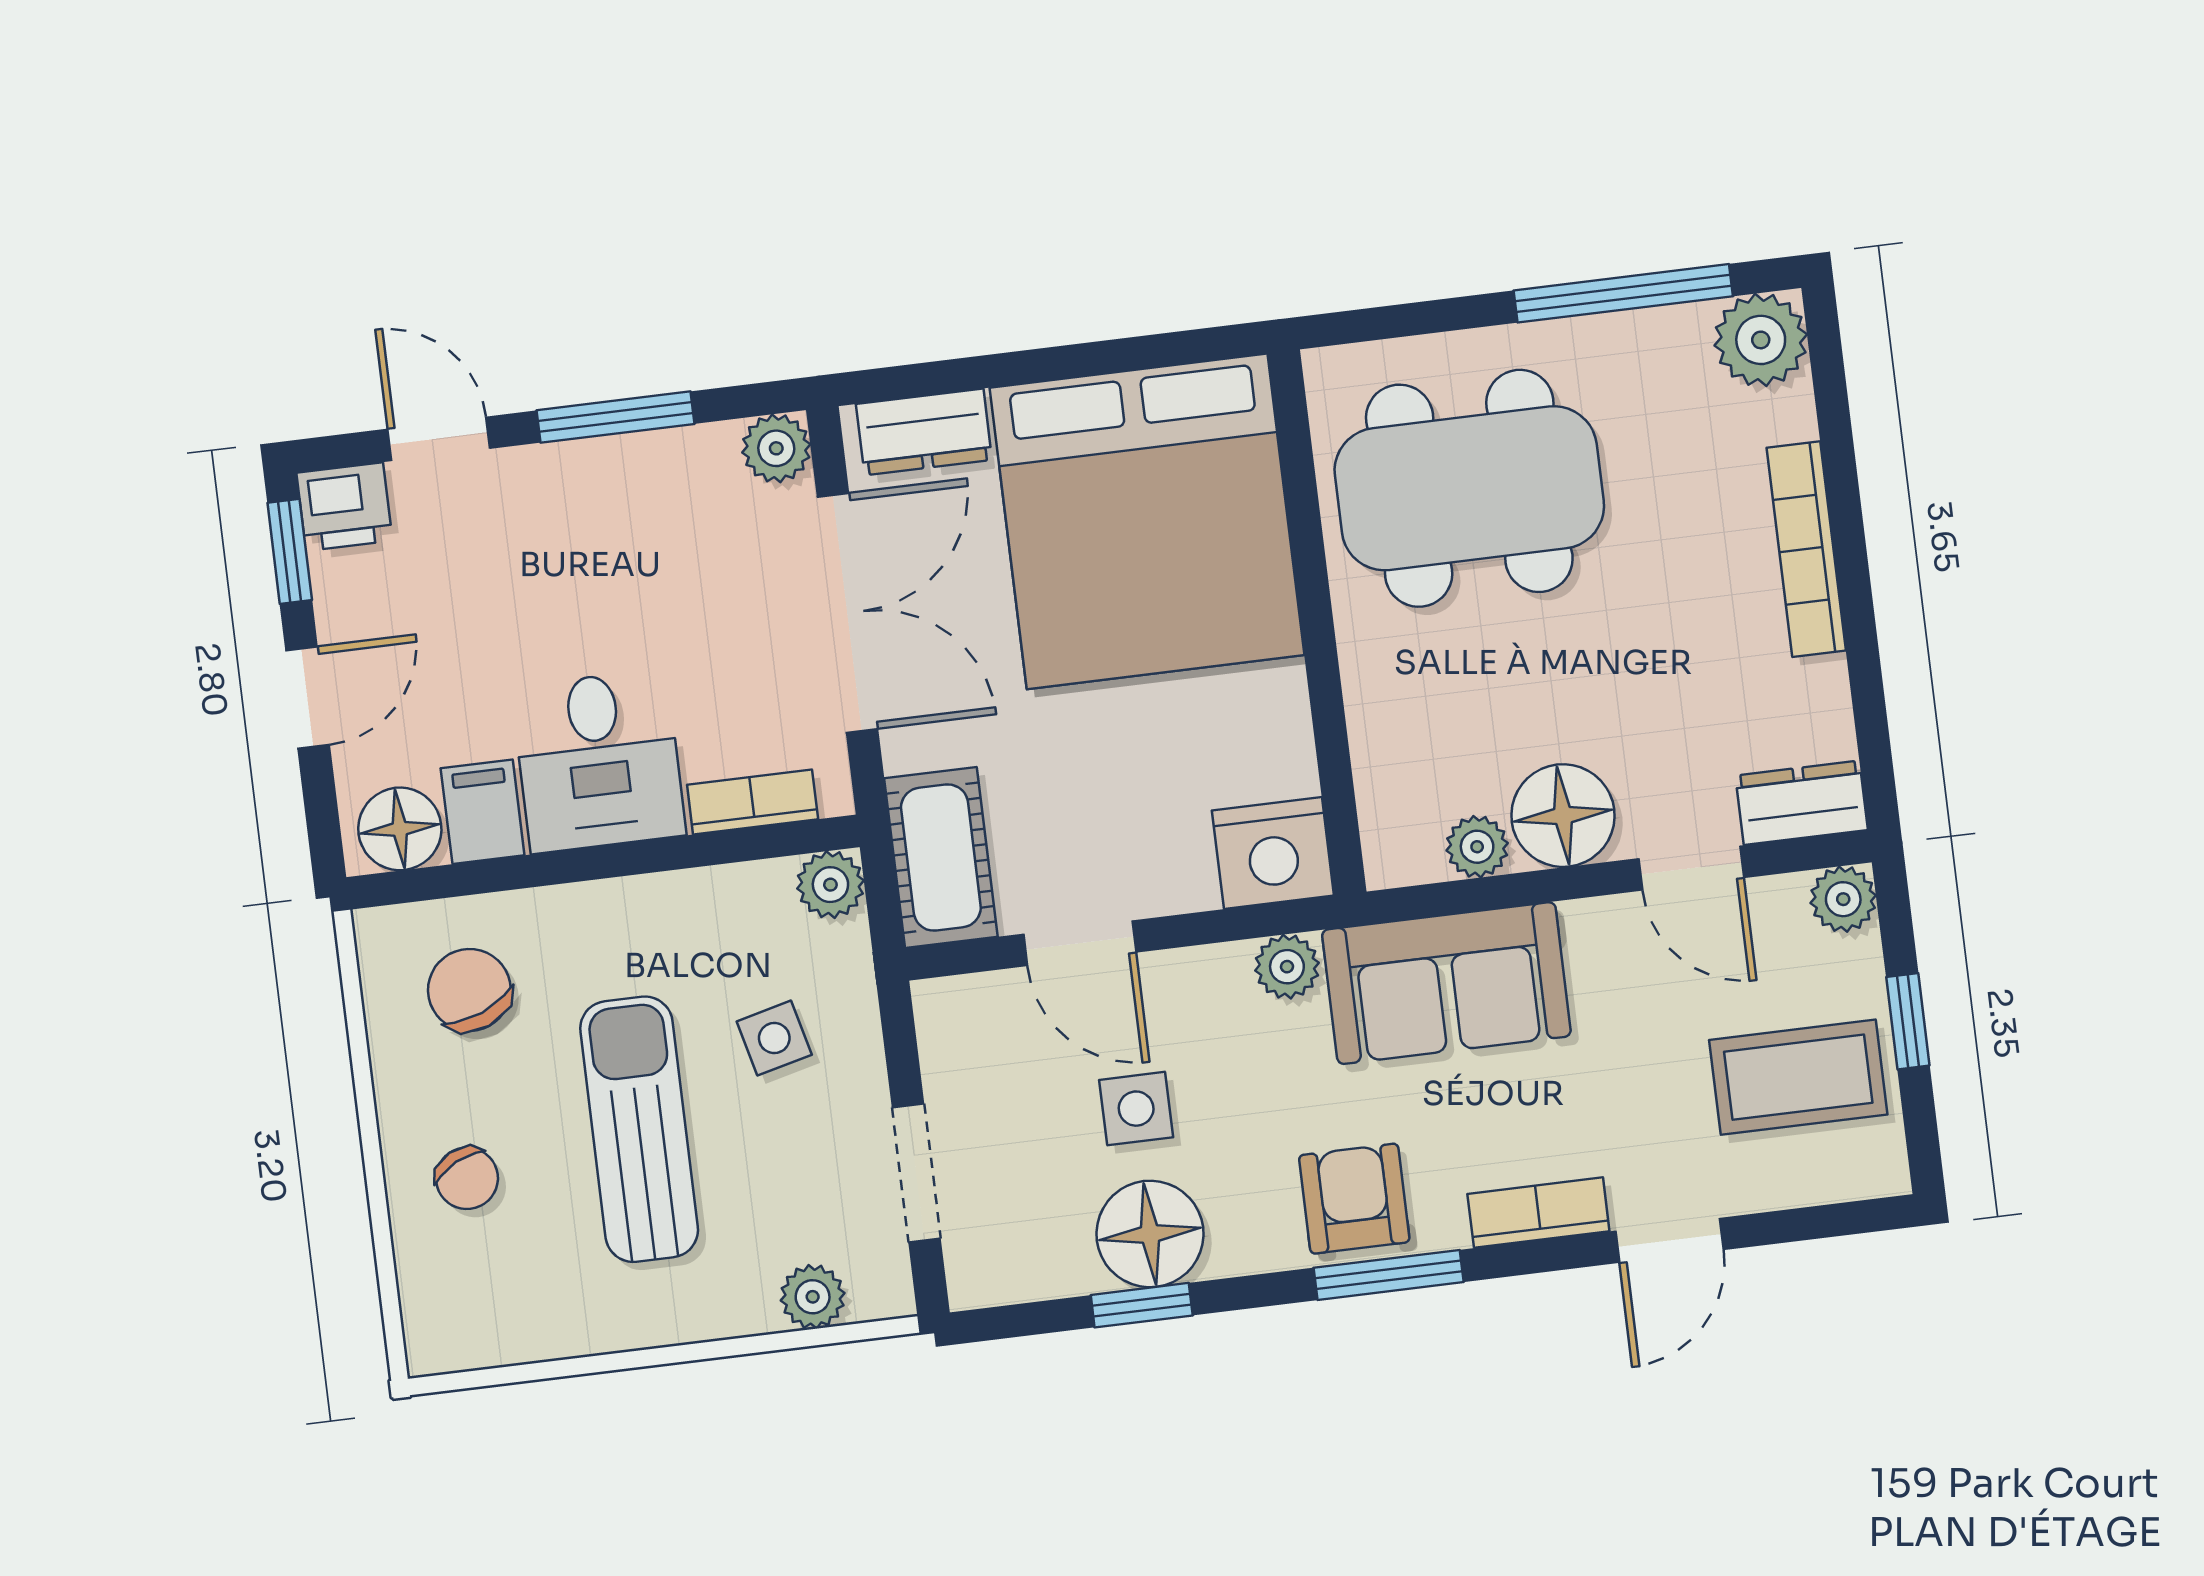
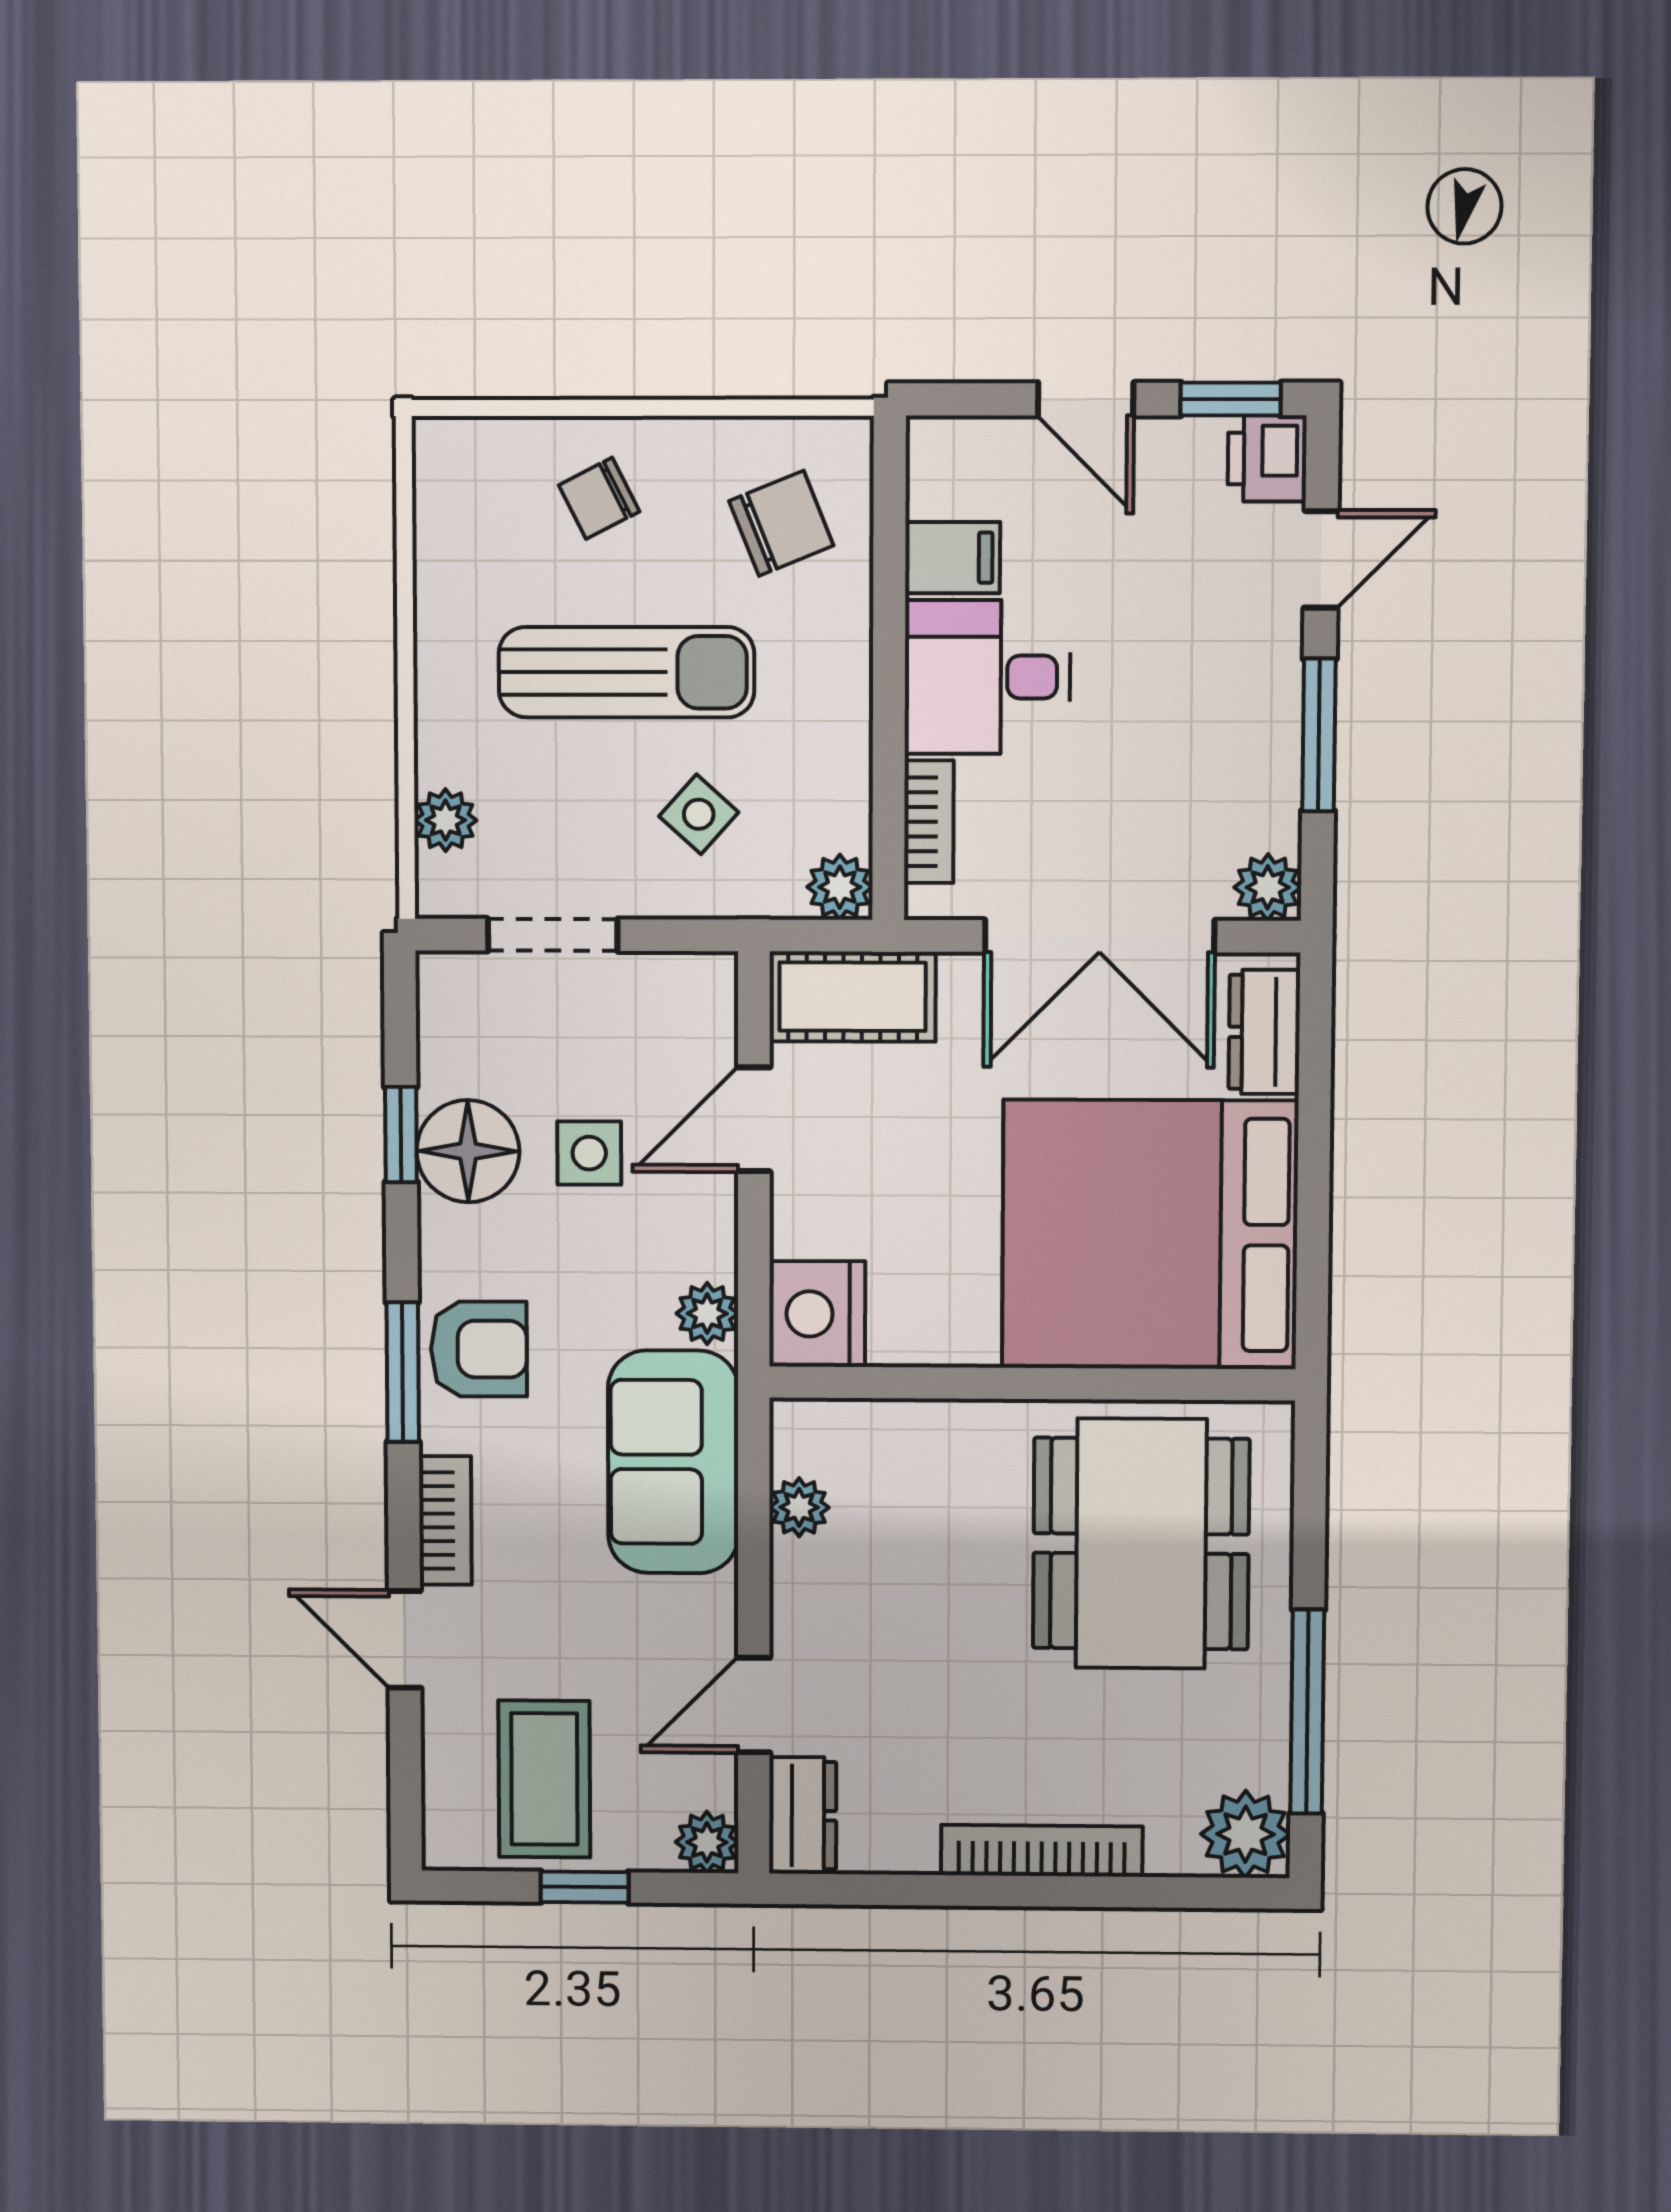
floor lamp: (1563, 816) -> (819, 1592), removed
floor lamp: (400, 829) -> (946, 474), removed
side table: (774, 1038) -> (699, 814), turned -34

